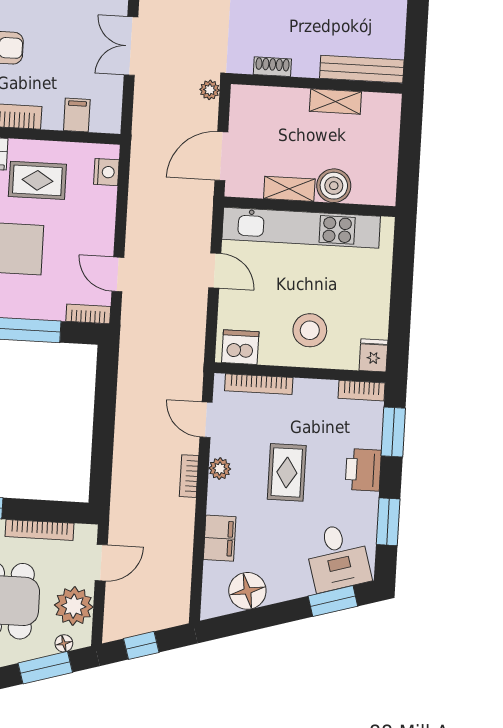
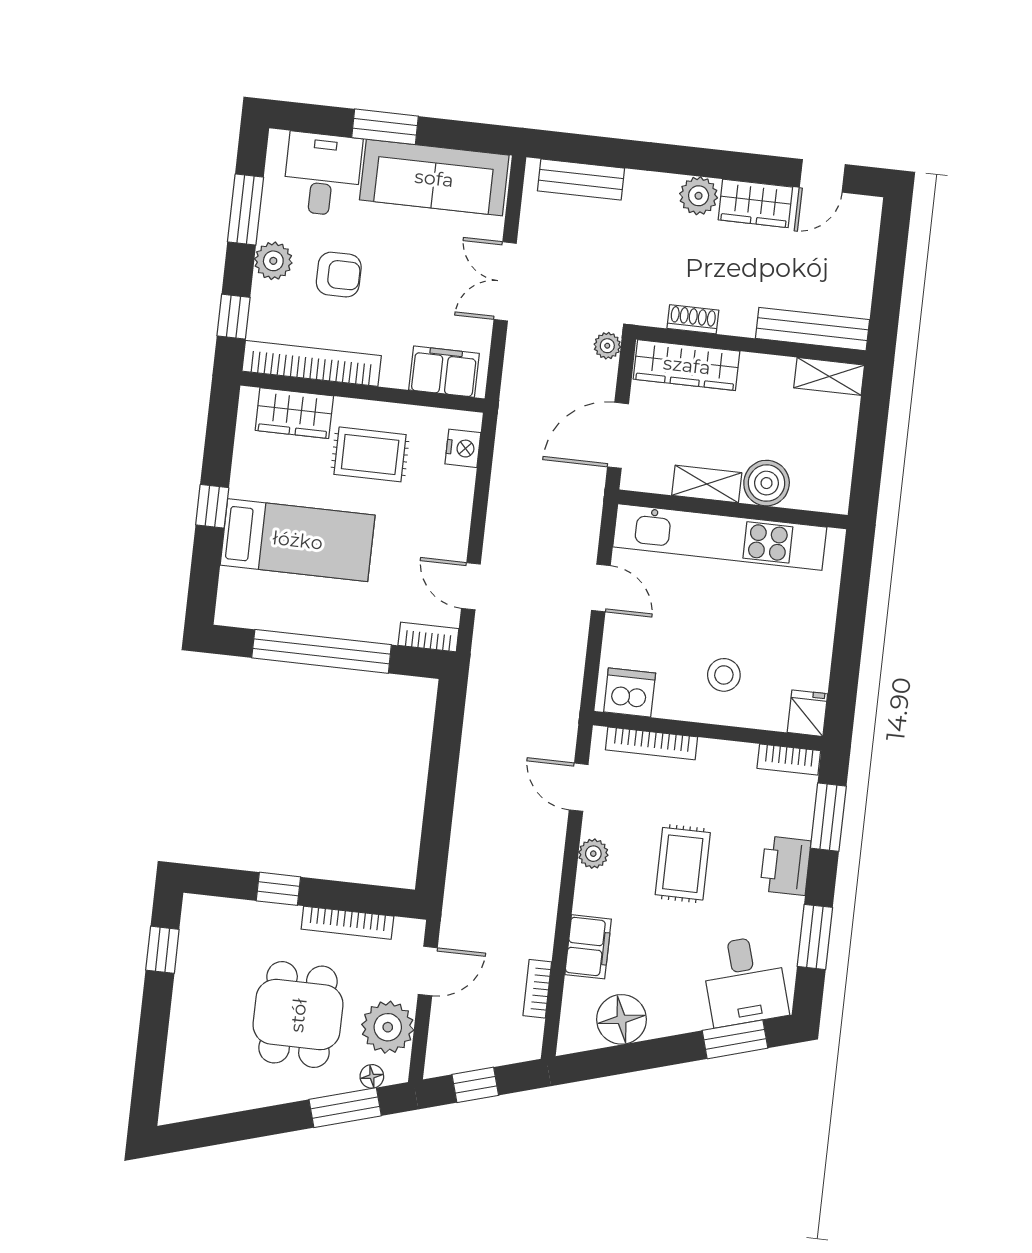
wardrobe: (269, 101) -> (687, 365), added
shelving: (335, 101) -> (829, 376), moved
filing cabinet: (77, 115) -> (444, 372), width x2.00
stool: (310, 330) -> (724, 675), width x0.73, depth x0.73
bookcase: (189, 476) -> (537, 989), moved

